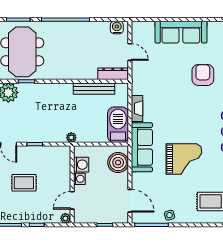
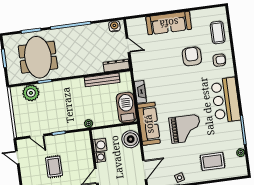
rug: (24, 183) -> (54, 167), turned 90
door: (130, 201) -> (145, 170), hinge flipped

